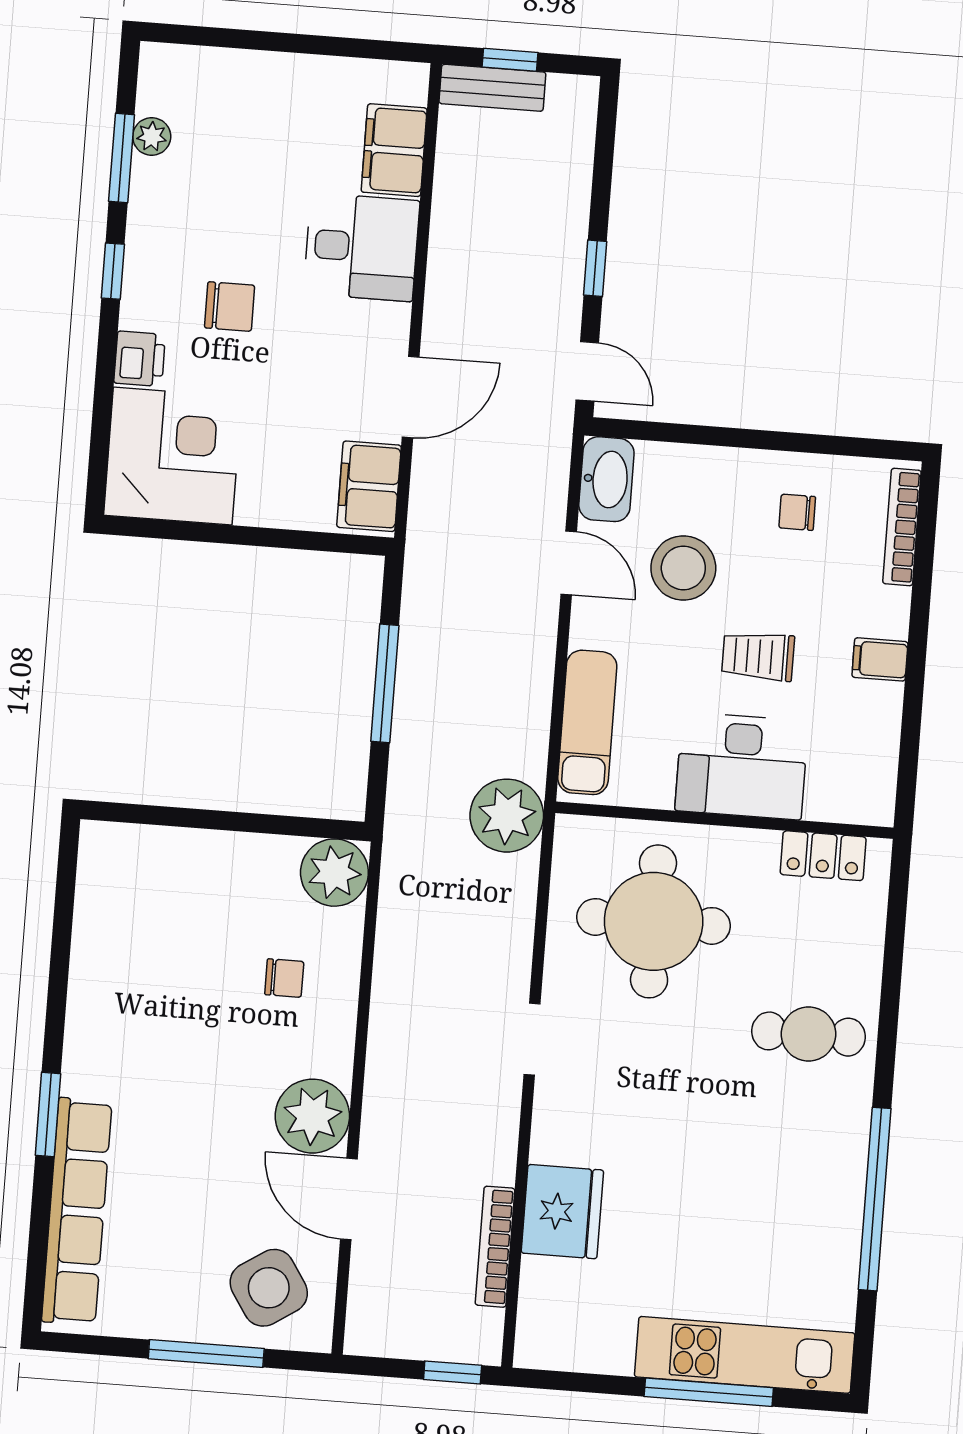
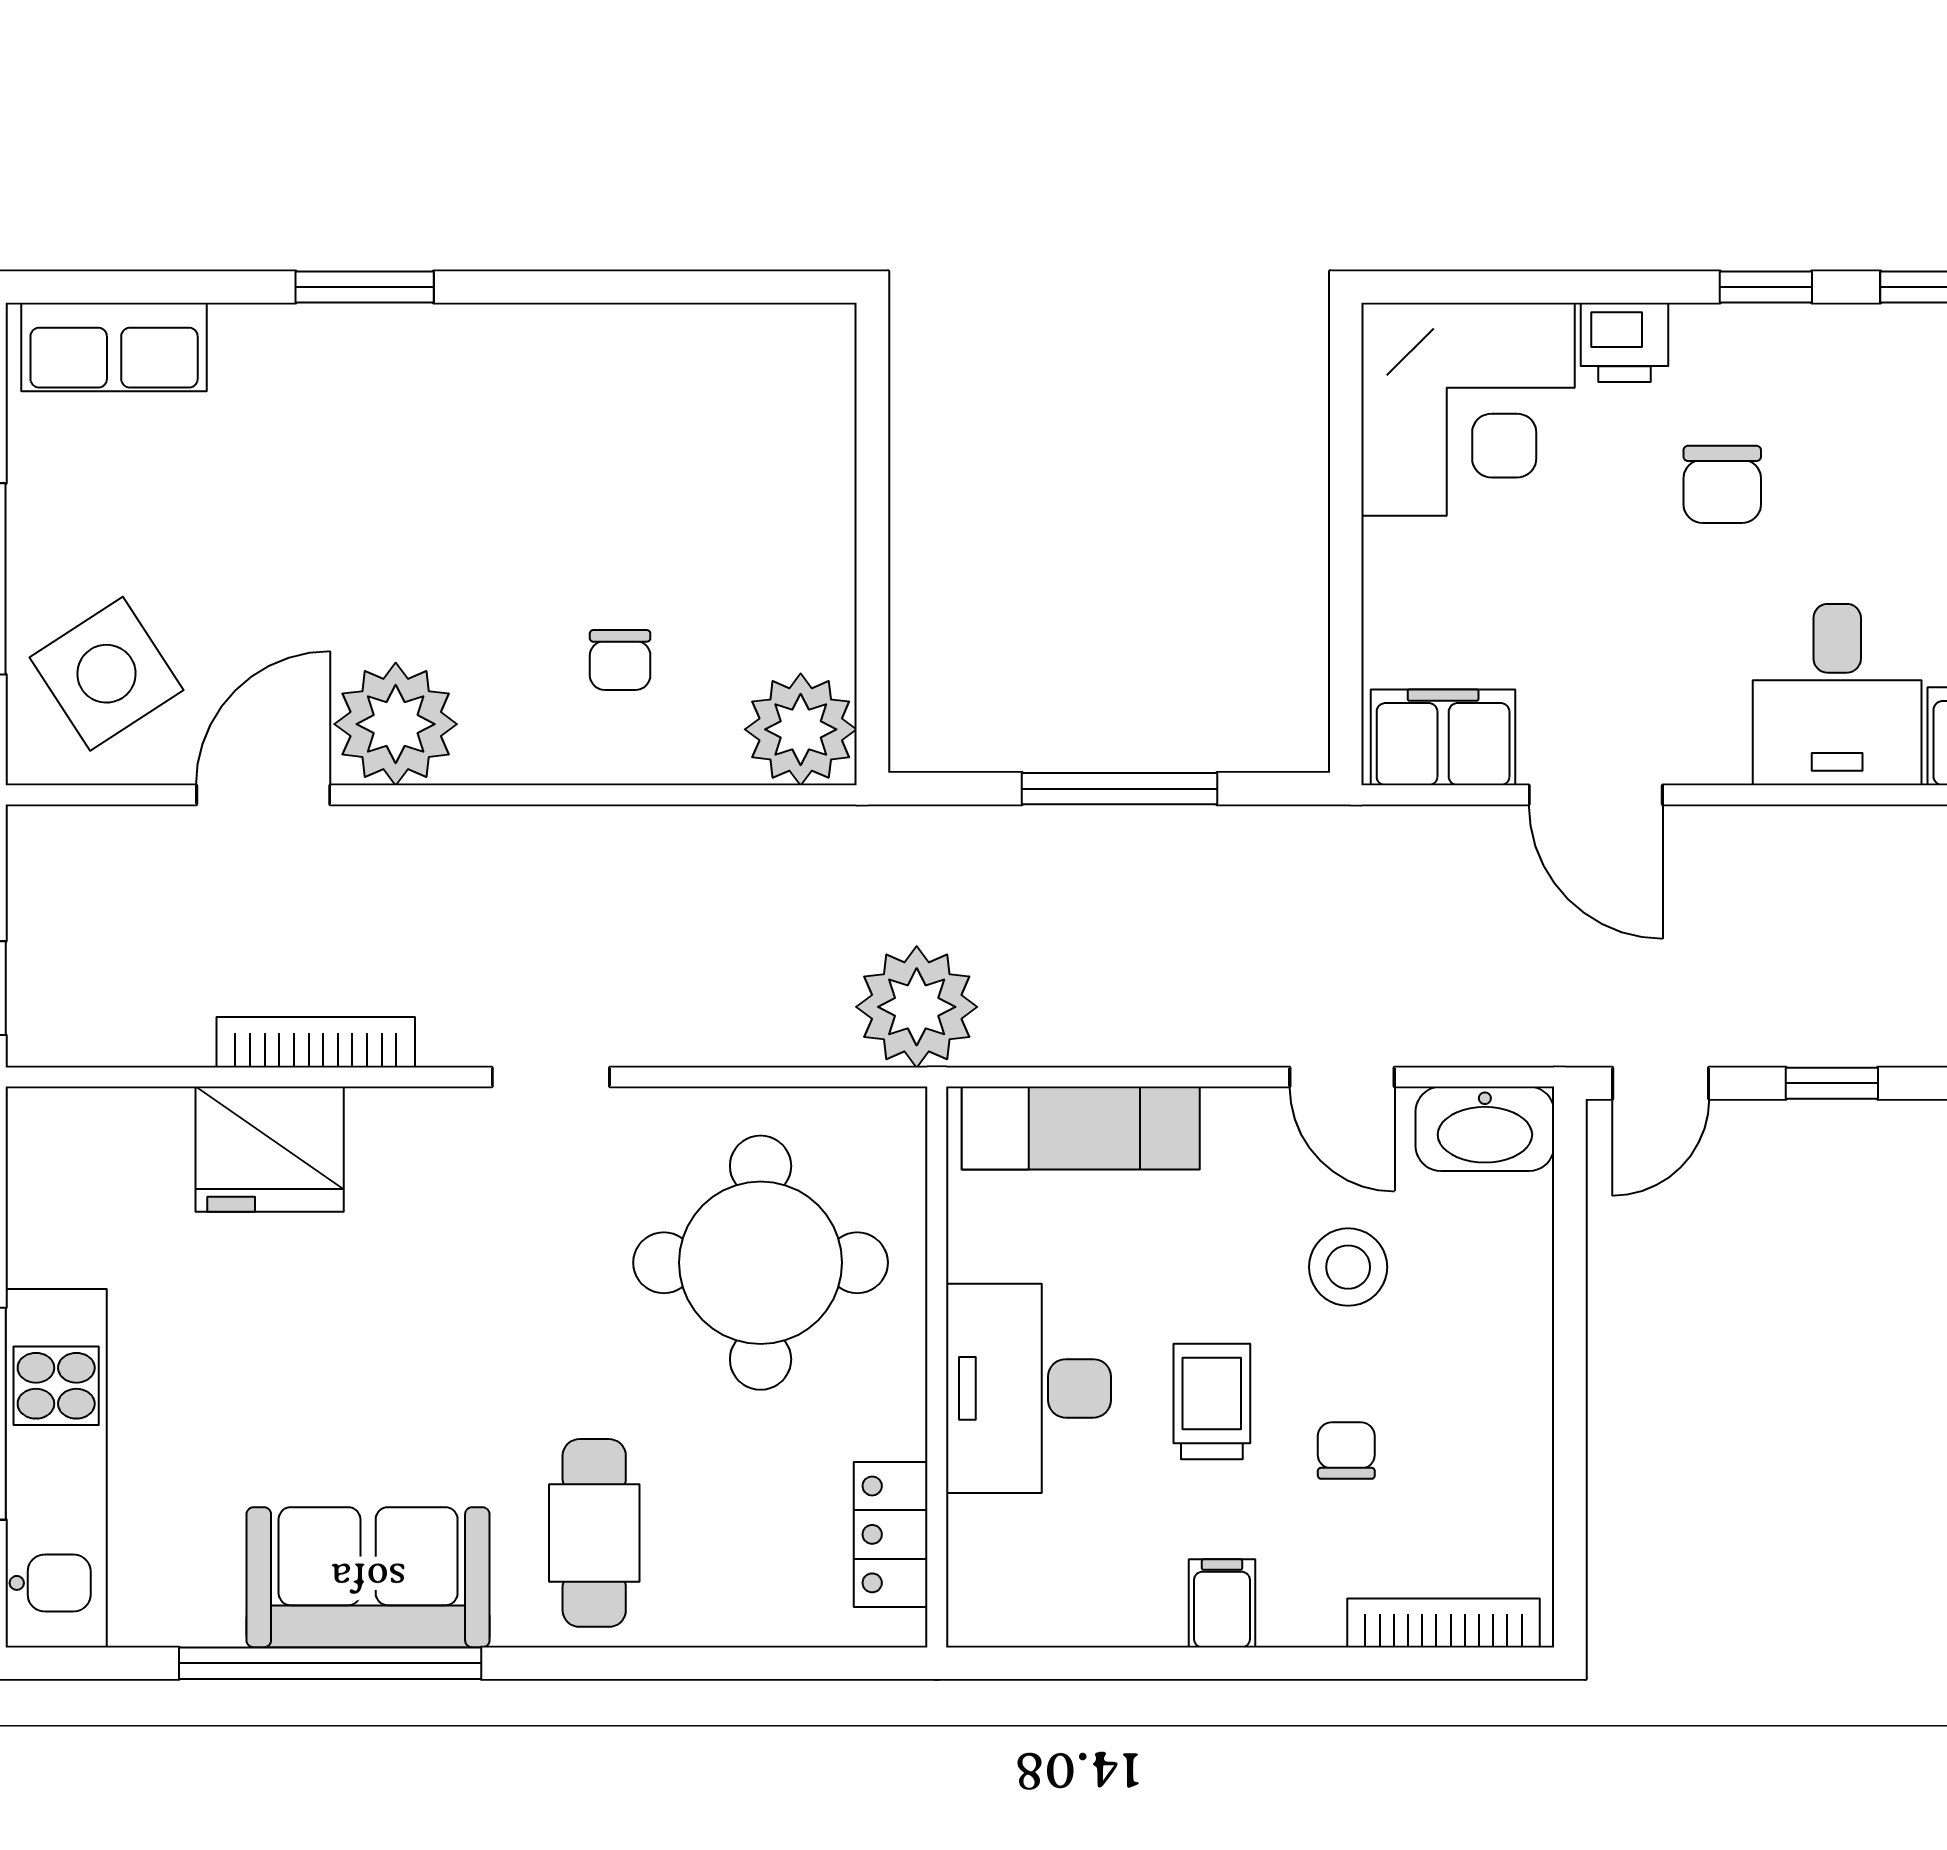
chair: (797, 512) -> (1346, 1451), moved
door: (569, 563) -> (1342, 1077), hinge flipped
stool: (683, 568) -> (1348, 1267), width x0.73, depth x0.73
sofa: (825, 1172) -> (368, 1577), added
row of seats: (77, 1211) -> (114, 347), width x0.50
bookcase: (495, 1247) -> (316, 1042), moved

